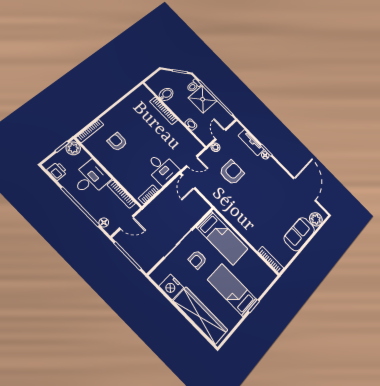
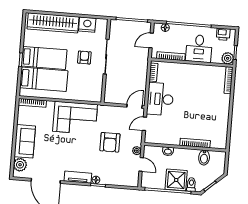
armchair: (117, 142) -> (205, 90), removed
tv unit: (251, 143) -> (78, 177), moved
desk: (162, 168) -> (160, 99), width x1.37
door: (188, 182) -> (134, 106), hinge flipped
corner sofa: (245, 216) -> (75, 118), added
bed: (222, 238) -> (44, 79), moved, turned 180

